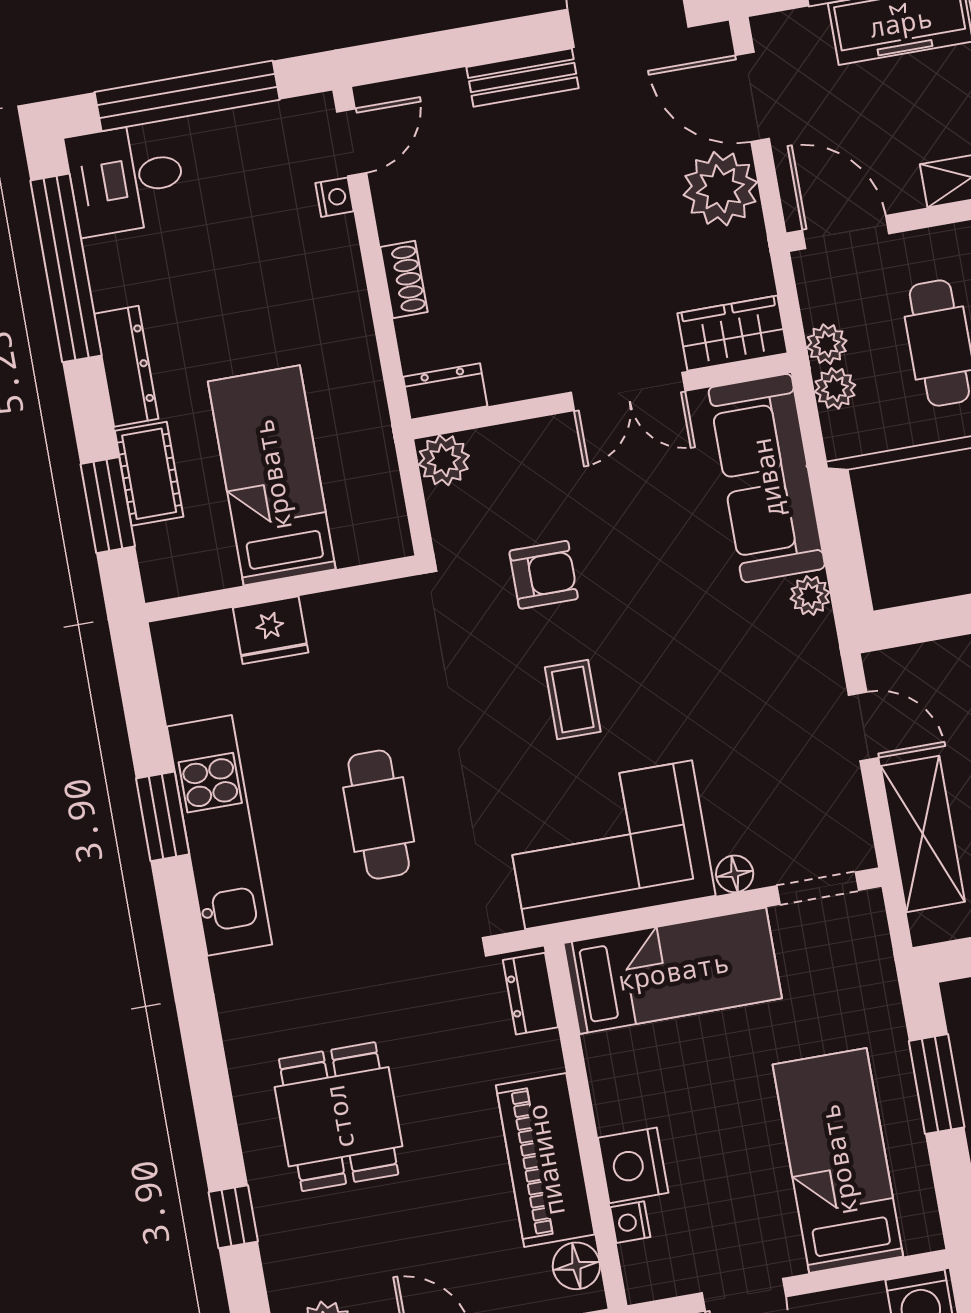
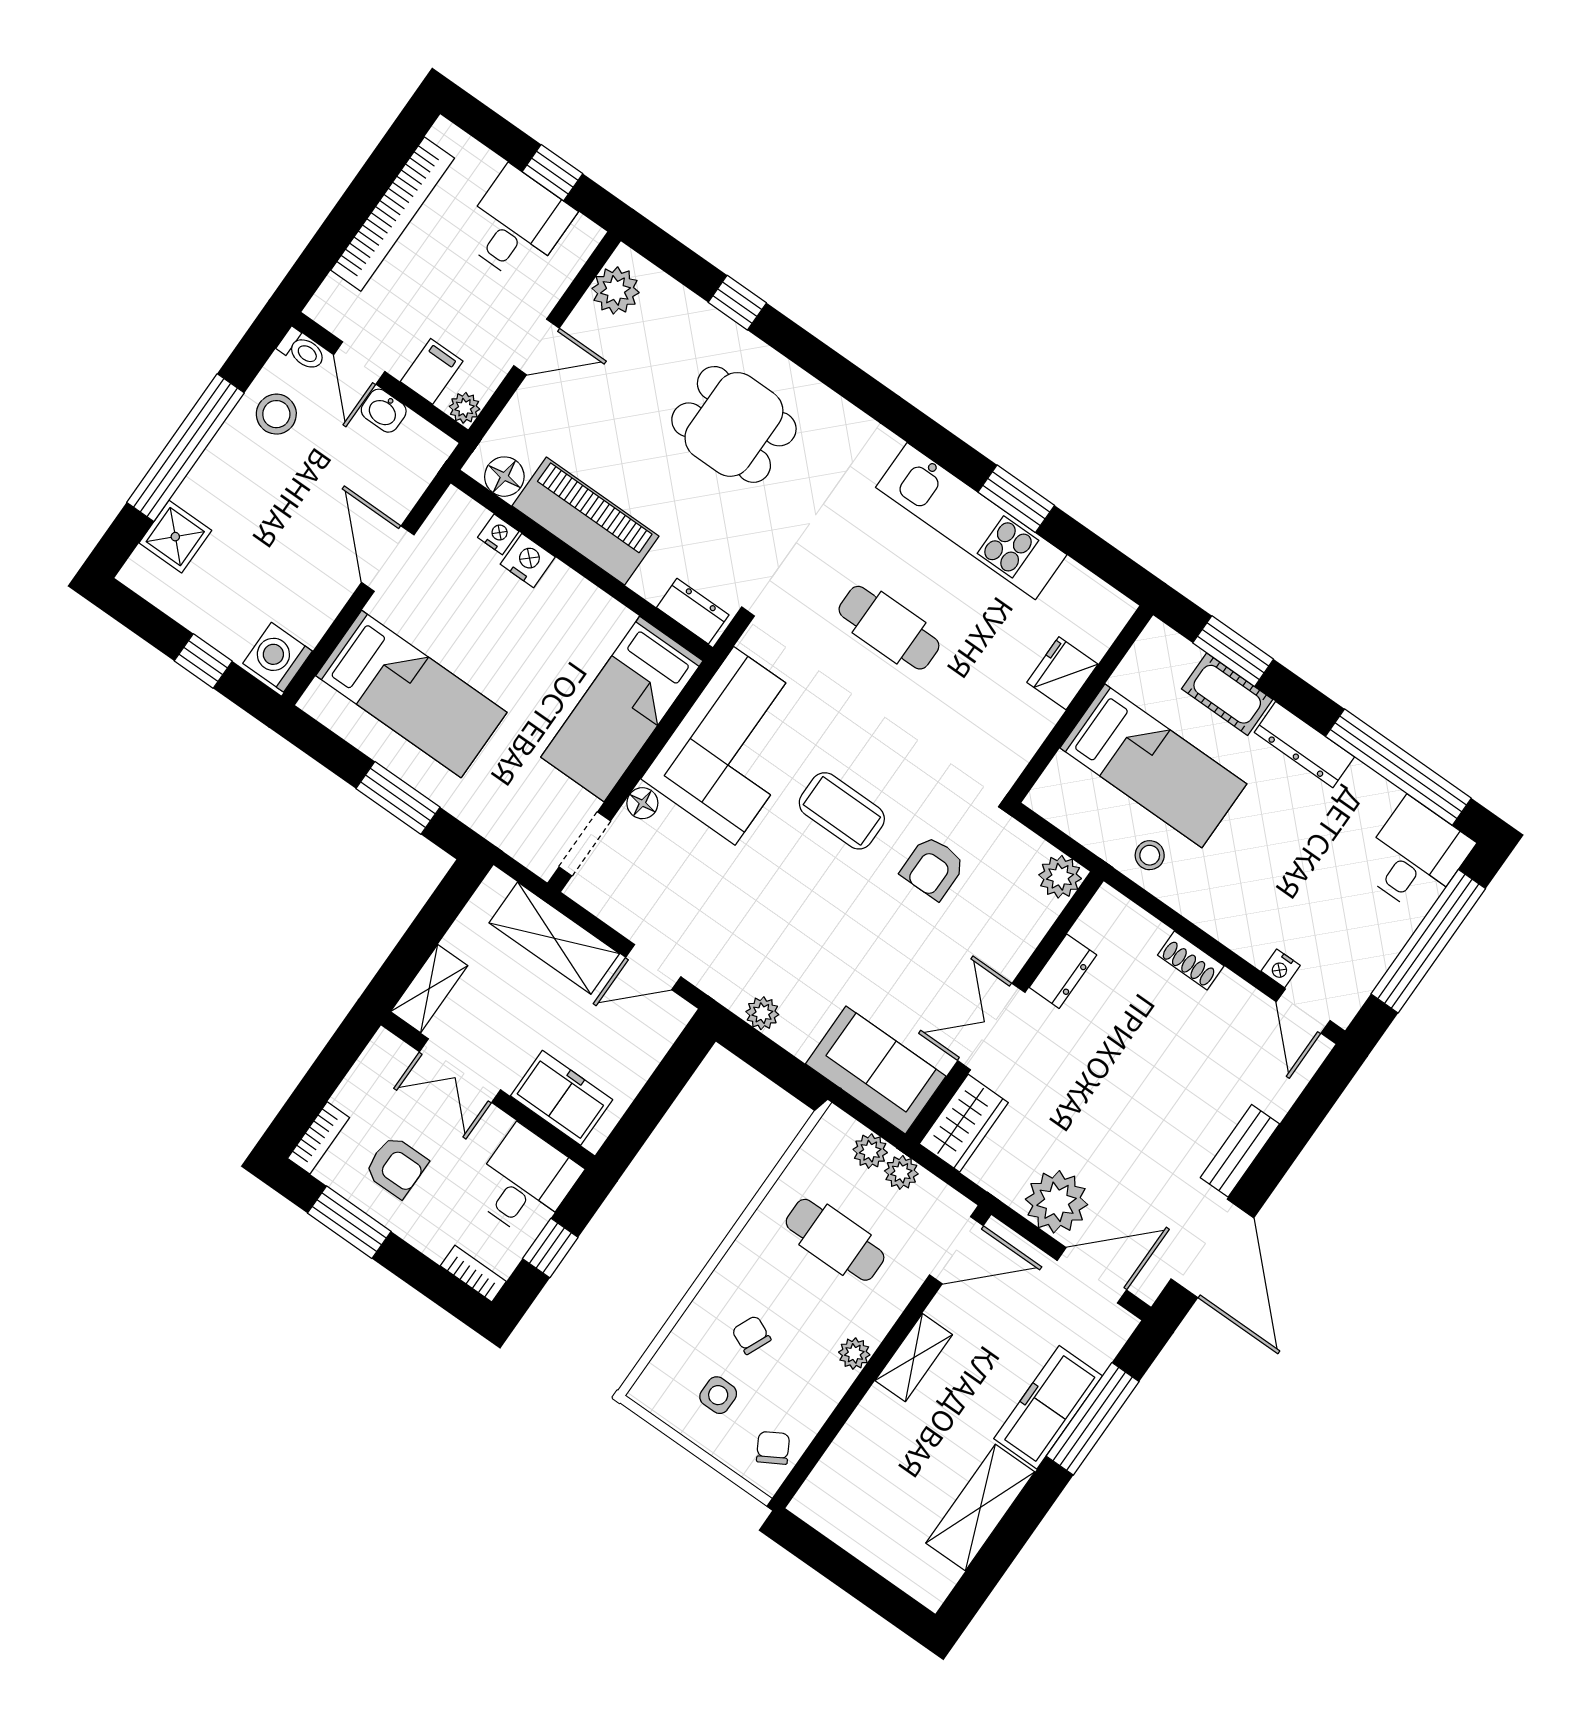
dresser: (445, 391) -> (1063, 971), moved
stool: (350, 403) -> (1150, 855), added
sofa: (767, 478) -> (876, 1070), width x0.73
coffee table: (573, 700) -> (842, 811), width x1.36, depth x1.30
nightstand: (633, 1165) -> (528, 561), width x0.74, depth x0.75

